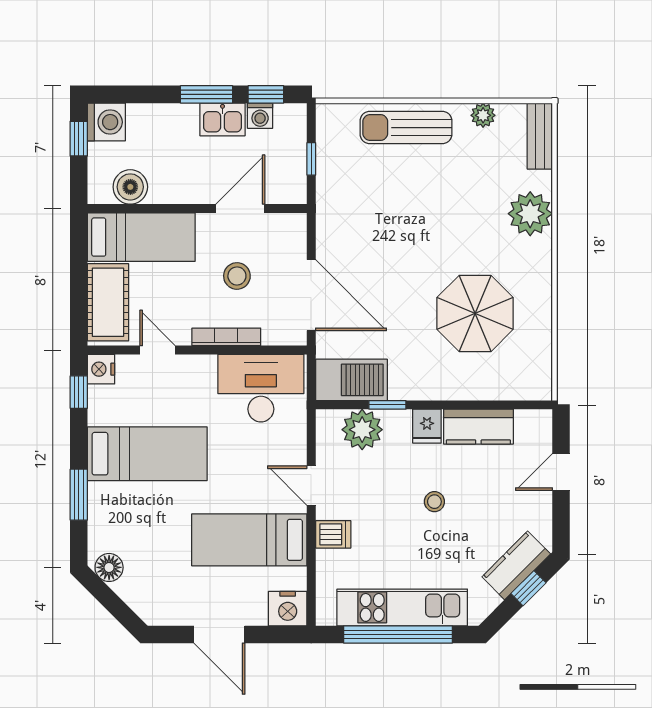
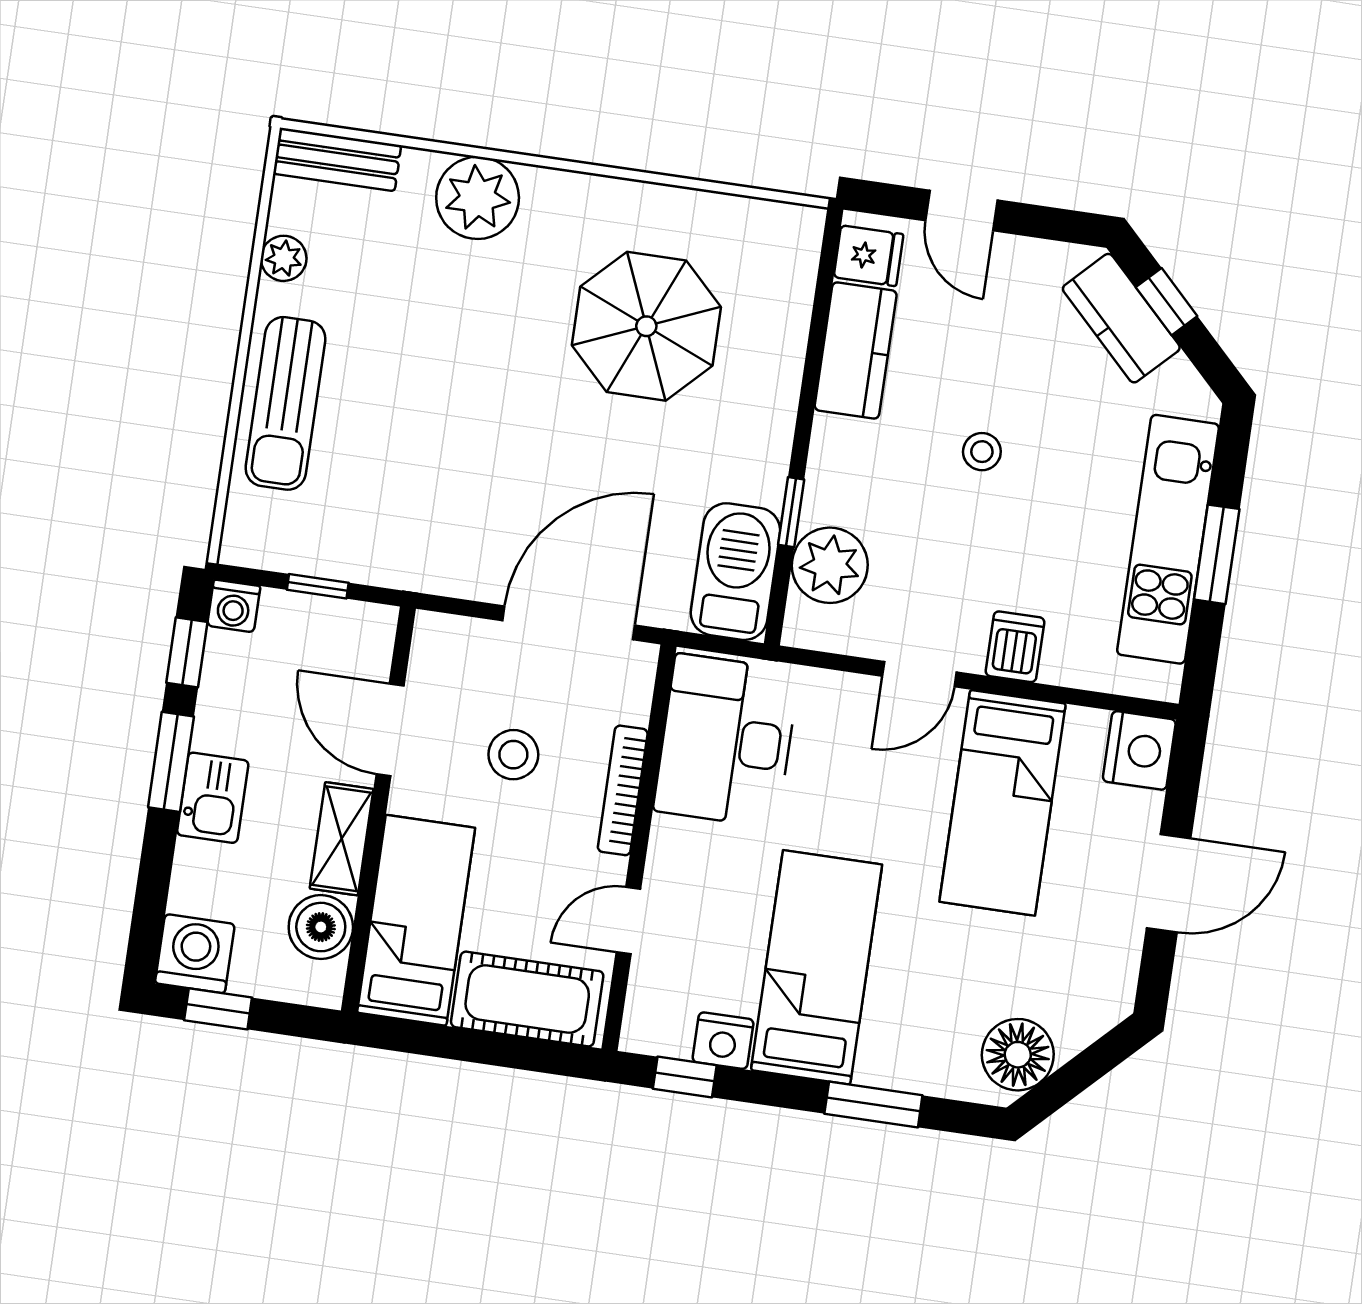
washing machine: (260, 116) -> (234, 606), moved, turned 90
kitchen sink: (223, 119) -> (213, 798), moved
shelving: (179, 191) -> (342, 839), added
nightstand: (101, 369) -> (723, 1041), moved
fridge: (427, 426) -> (869, 256), moved
floor lamp: (109, 567) -> (1018, 1055), width x1.38, depth x1.38
window: (398, 634) -> (1217, 554), width x0.47

